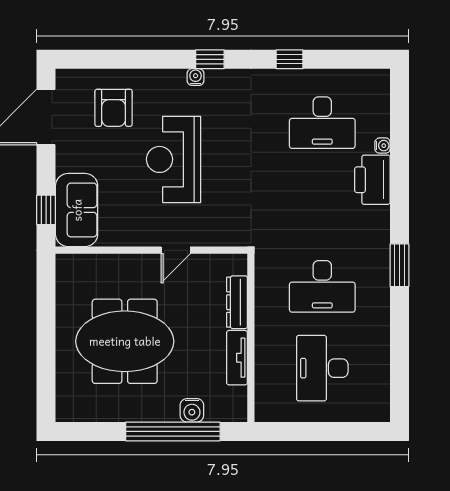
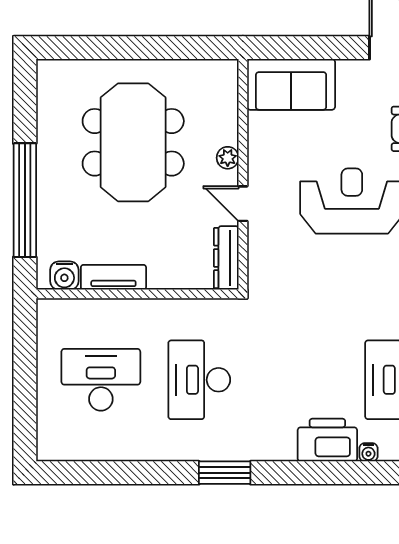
window: (46, 210) -> (291, 48), removed
plant: (138, 263) -> (228, 158), added
dresser: (237, 302) -> (226, 258), moved, turned -90
water cooler: (192, 410) -> (64, 276), moved, turned -90

